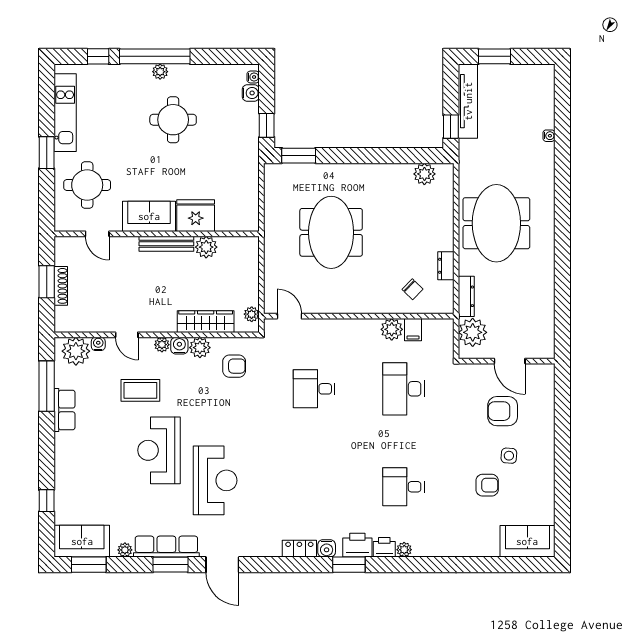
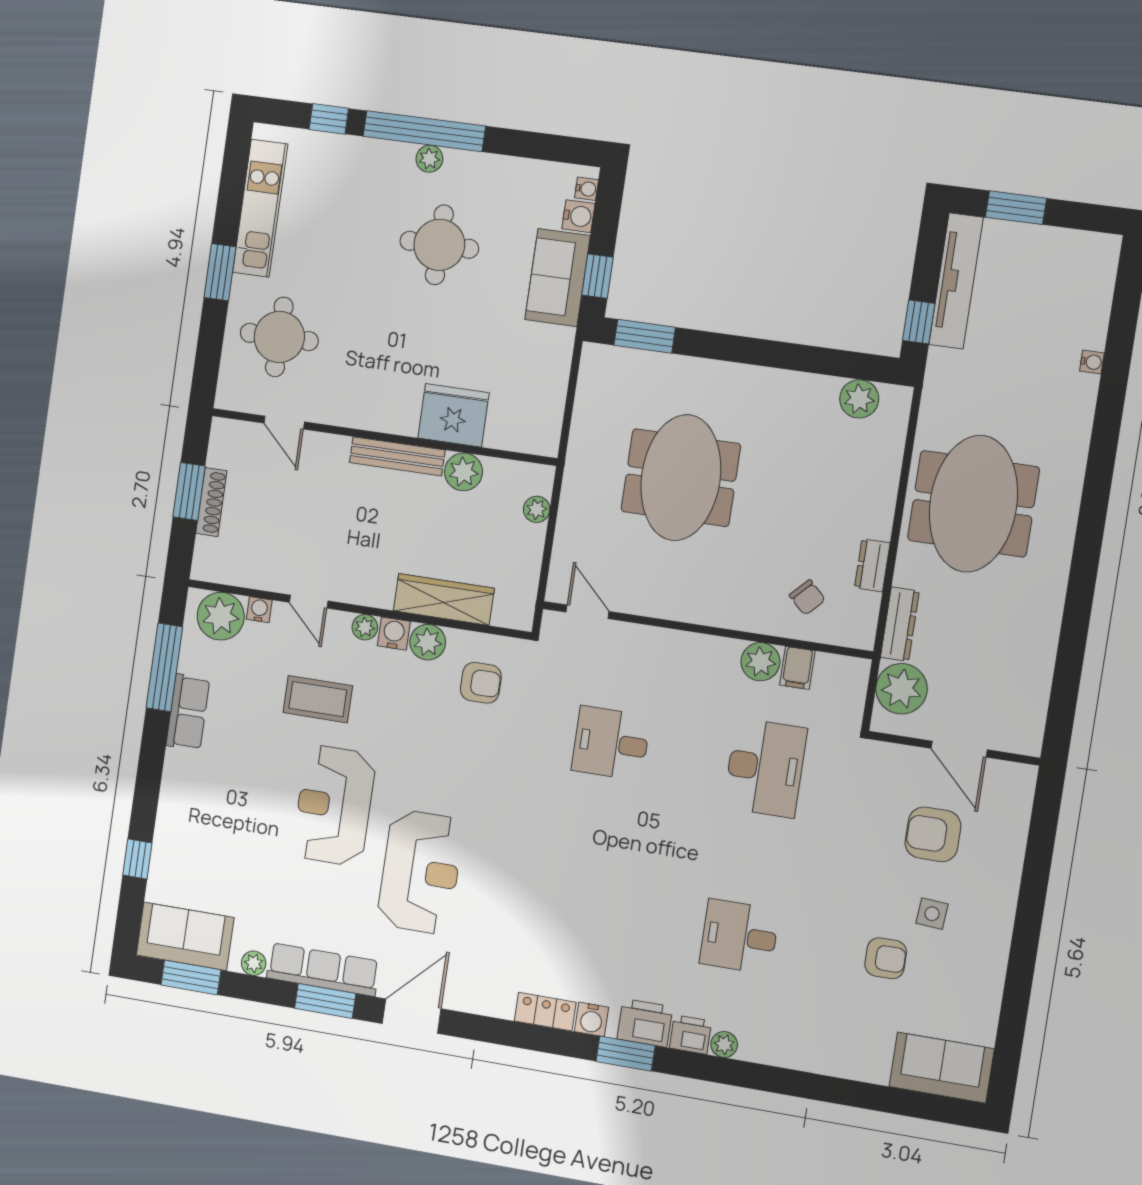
sofa: (149, 216) -> (558, 278), moved, turned -90
plant: (252, 314) -> (537, 509), moved
desk: (403, 389) -> (765, 768), turned 180
door: (222, 565) -> (412, 1016), swing flipped

